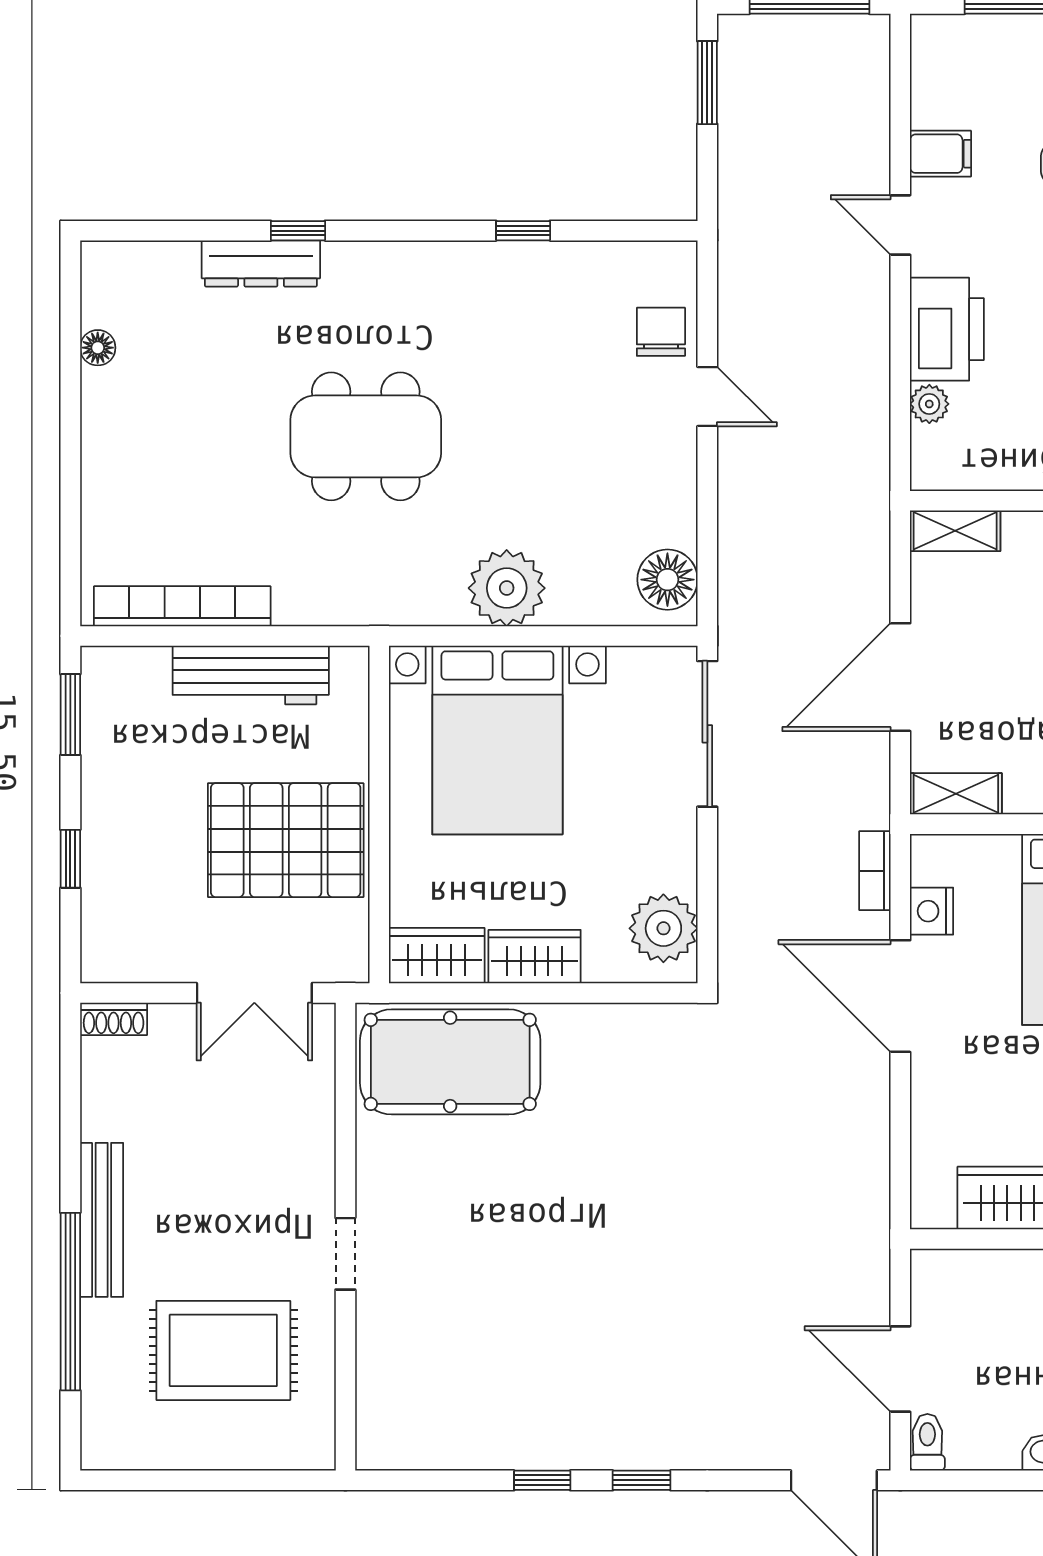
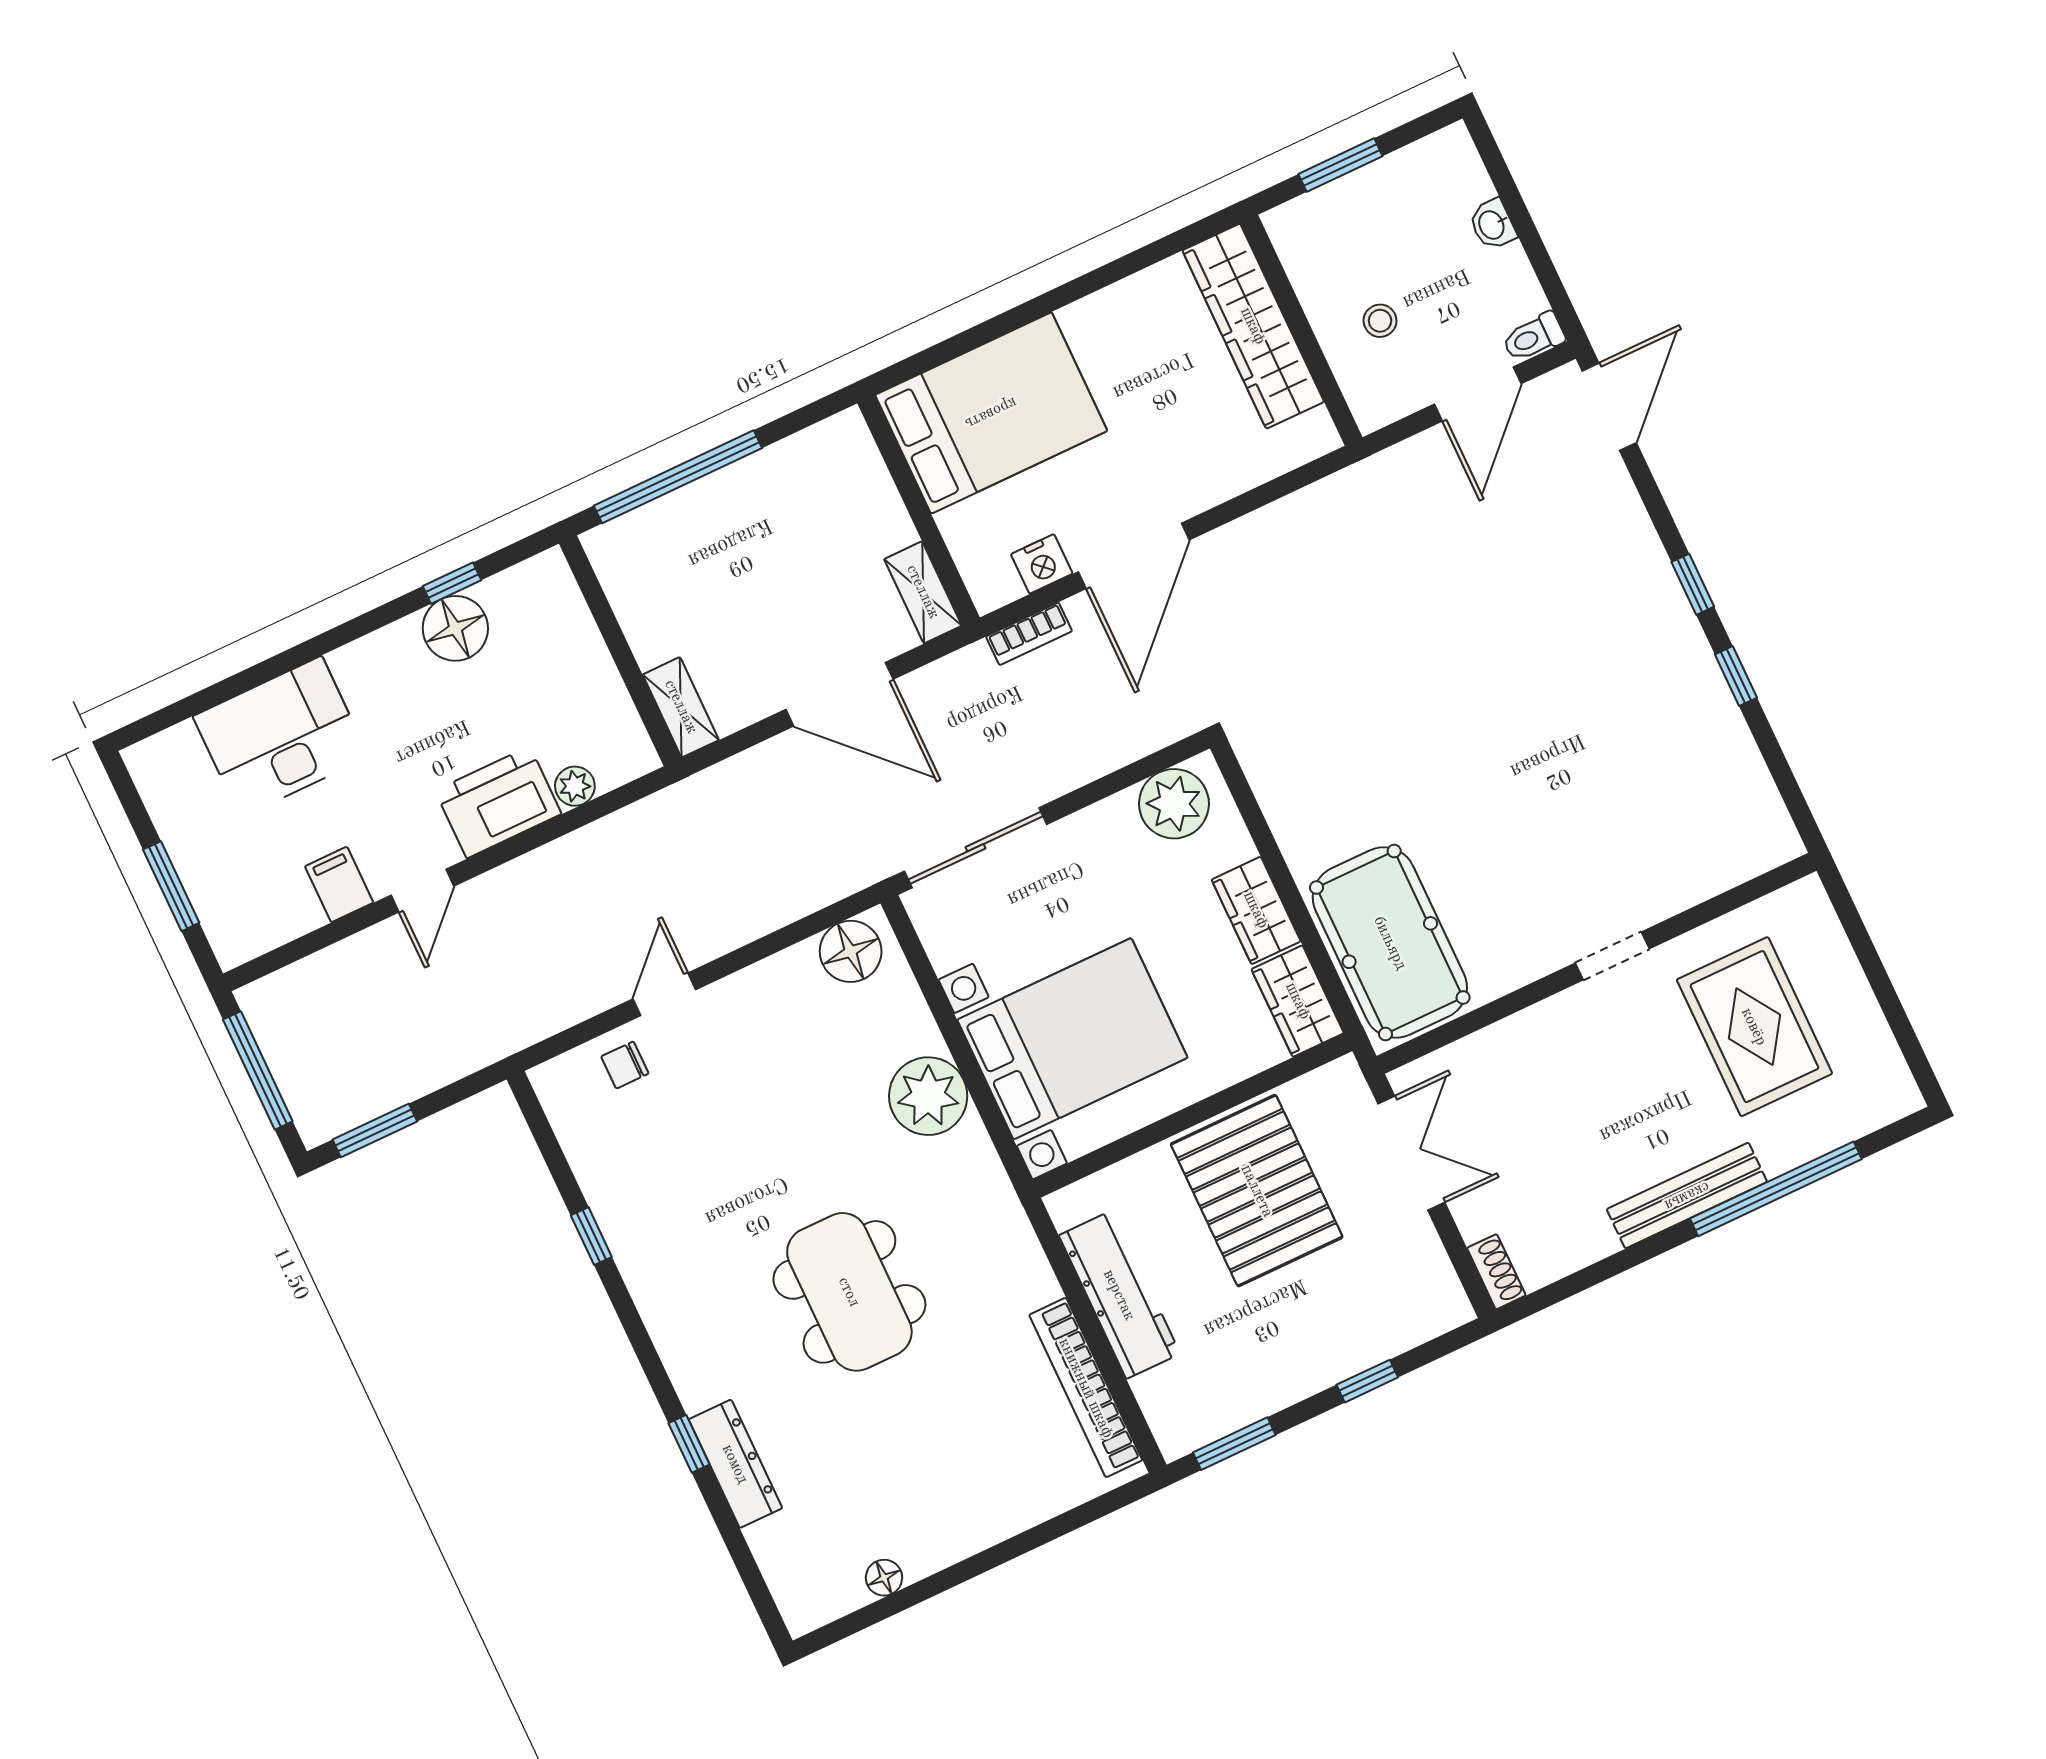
chair: (661, 332) -> (625, 1065), width x0.73, depth x0.73
stool: (1006, 1313) -> (1380, 321), added

